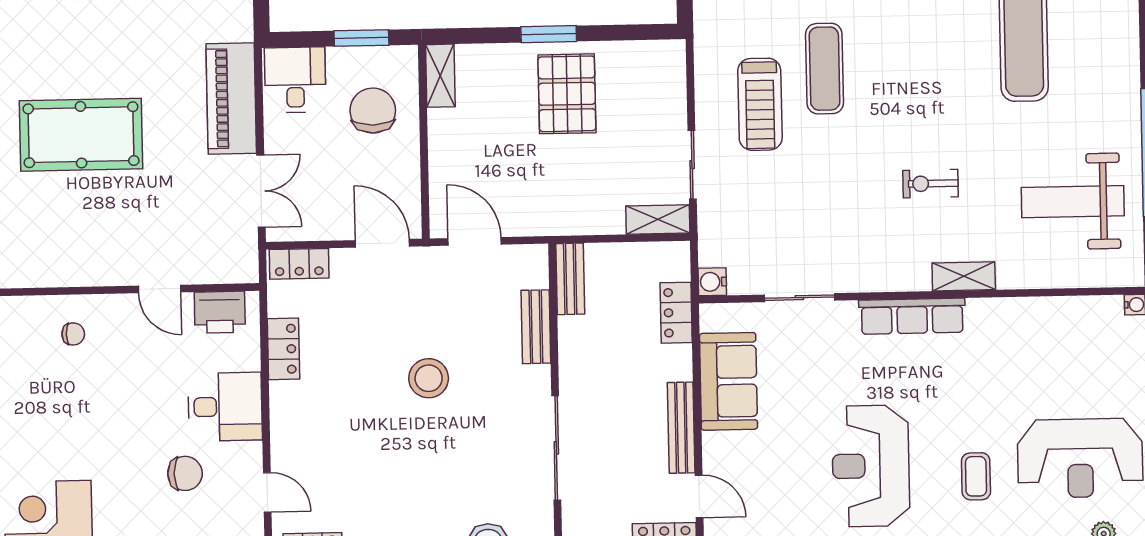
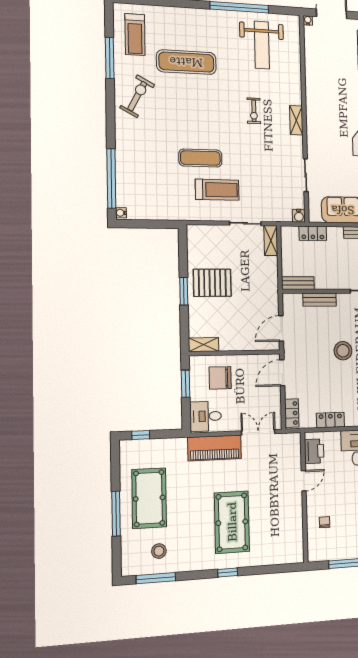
shelving: (964, 276) -> (296, 120), moved
row of seats: (912, 316) -> (314, 123), removed

